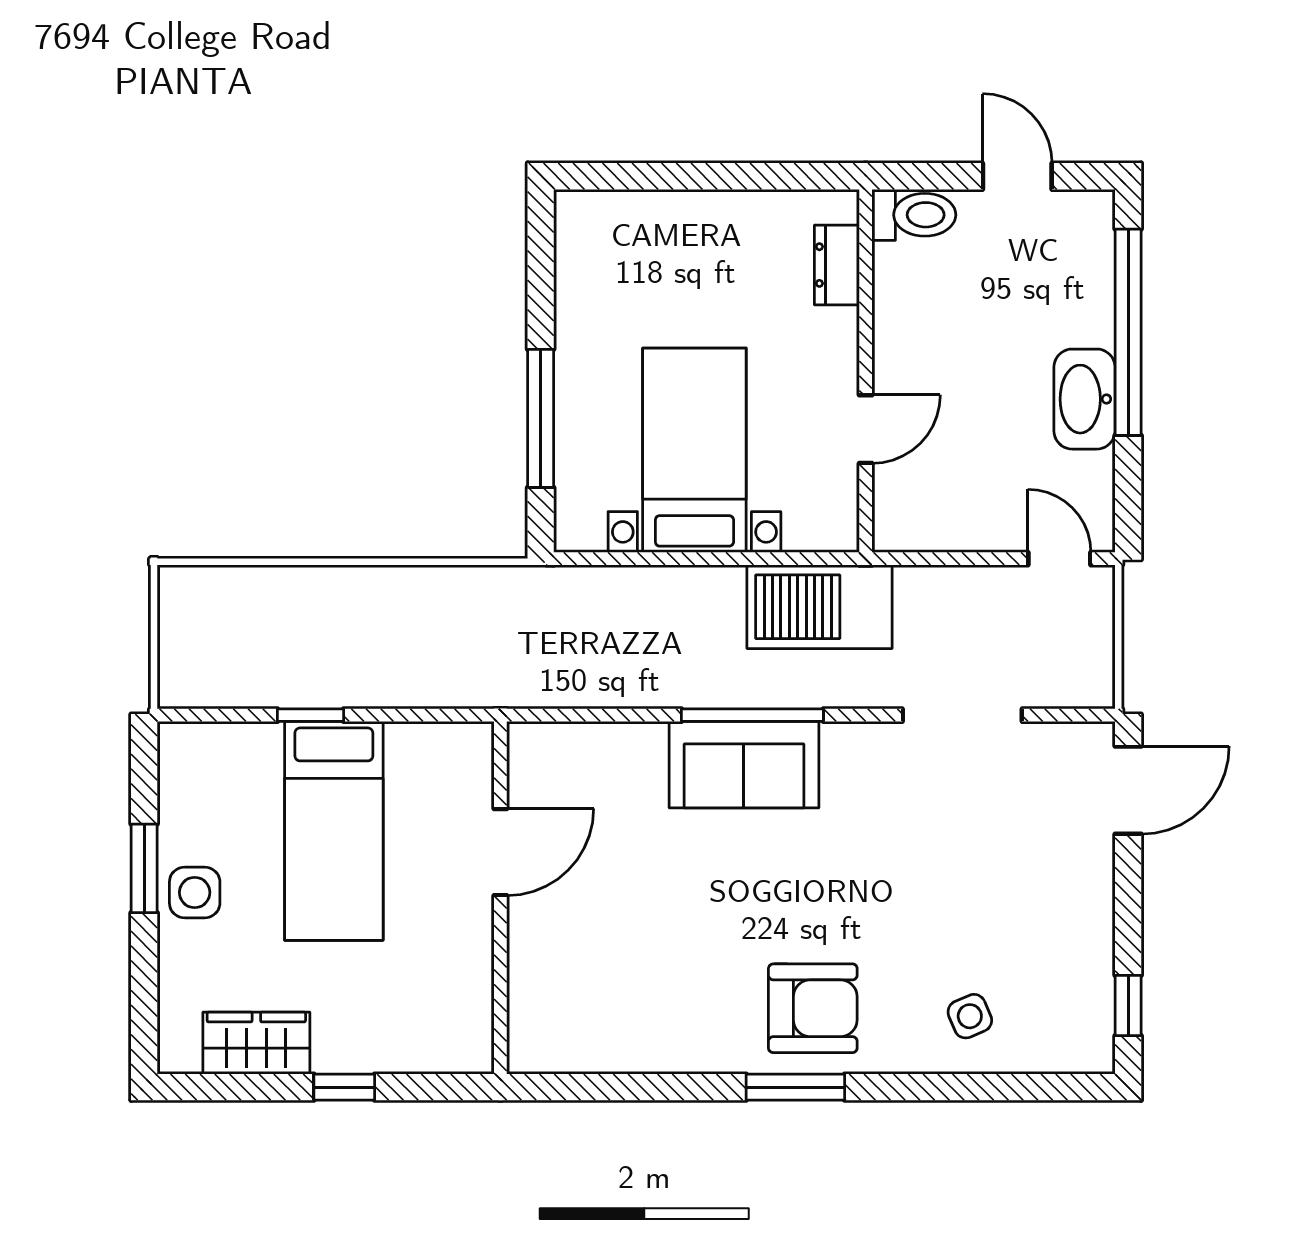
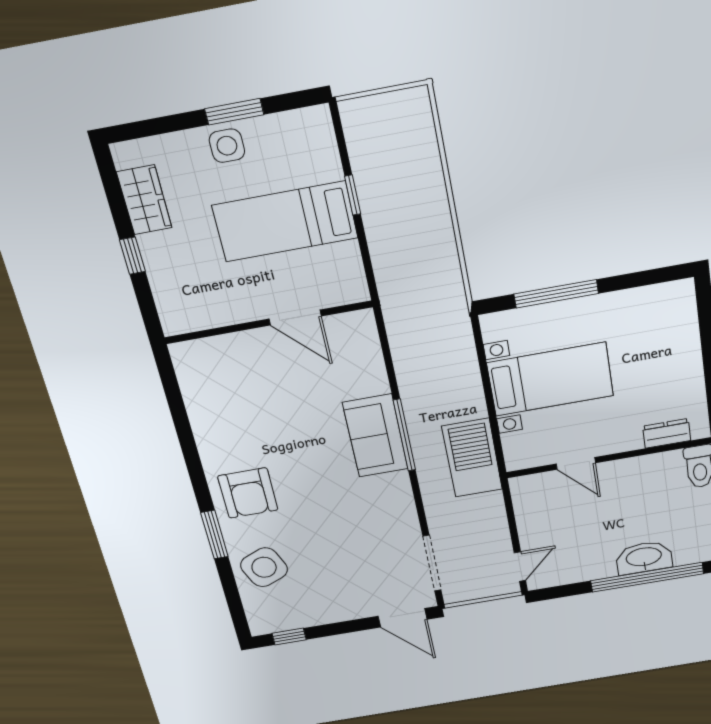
washbasin: (1084, 399) -> (644, 558), moved
doorway: (962, 715) -> (432, 563), moved
side table: (970, 1016) -> (264, 567), width x1.87, depth x1.87
window: (795, 1087) -> (214, 535), moved

